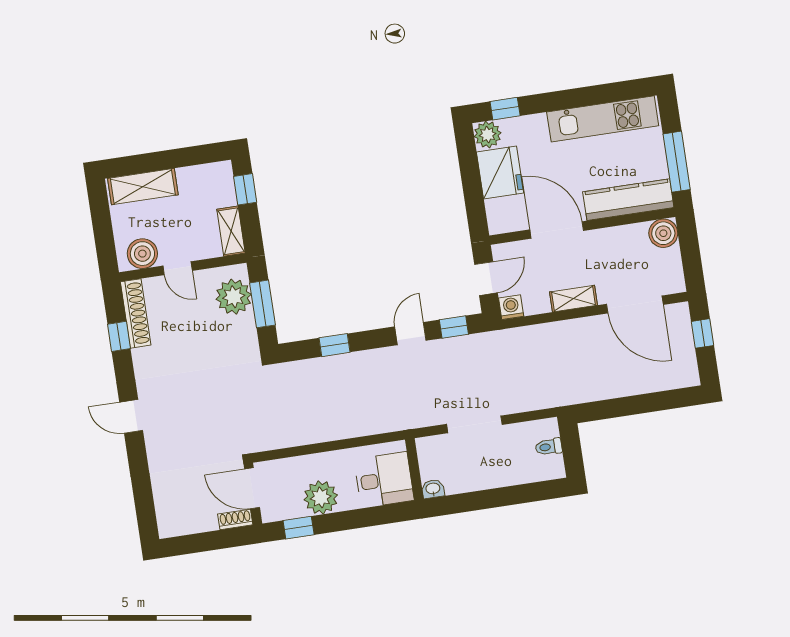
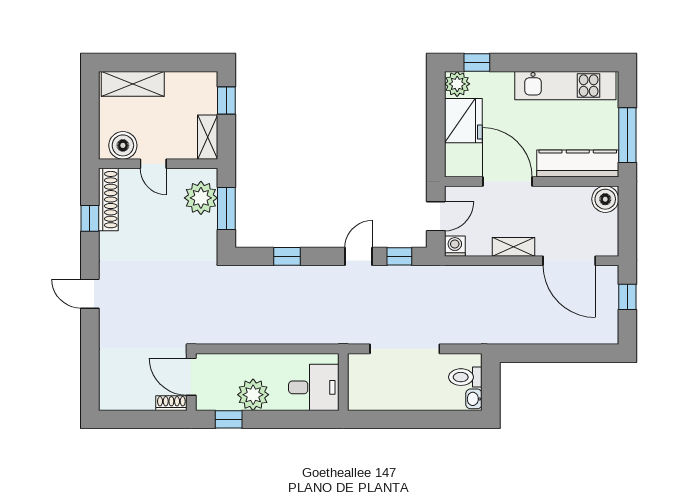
doorway: (474, 424) -> (405, 349), width x1.36
toilet: (549, 447) -> (465, 377), width x1.37, depth x1.39
washbasin: (433, 489) -> (474, 399), moved, turned -90

